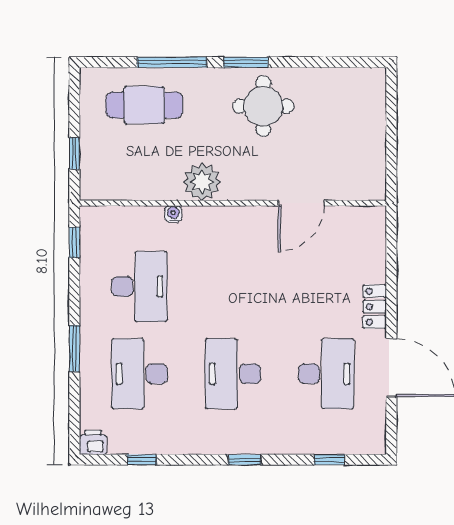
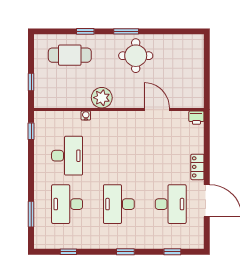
window: (172, 62) -> (85, 31), width x0.46
door: (301, 203) -> (157, 109), swing flipped
window: (74, 349) -> (31, 214), moved
printer: (93, 442) -> (196, 118), moved, turned 180

